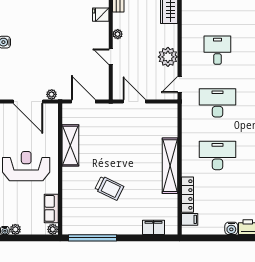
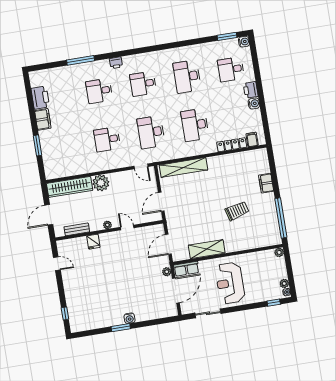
door: (111, 57) -> (127, 228), swing flipped
plant: (168, 57) -> (101, 183), moved
shelving: (170, 166) -> (183, 167), moved
trolley: (109, 188) -> (237, 211), turned 49
row of seats: (51, 208) -> (186, 269), moved
filing cabinet: (153, 227) -> (266, 183), moved

